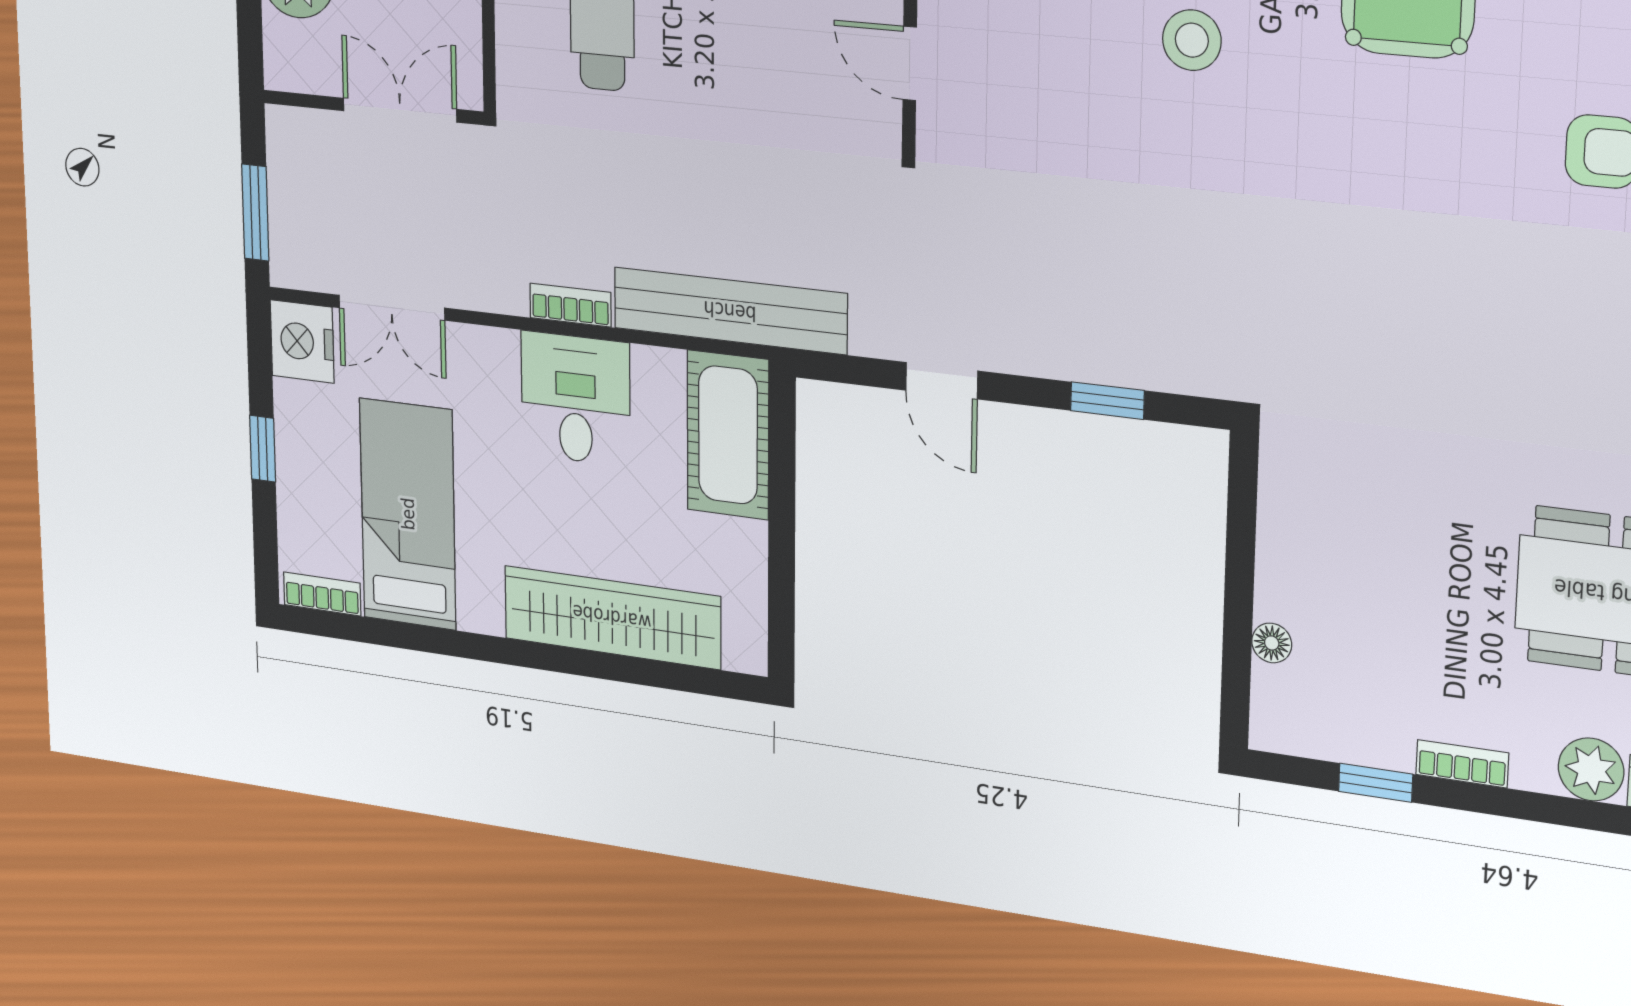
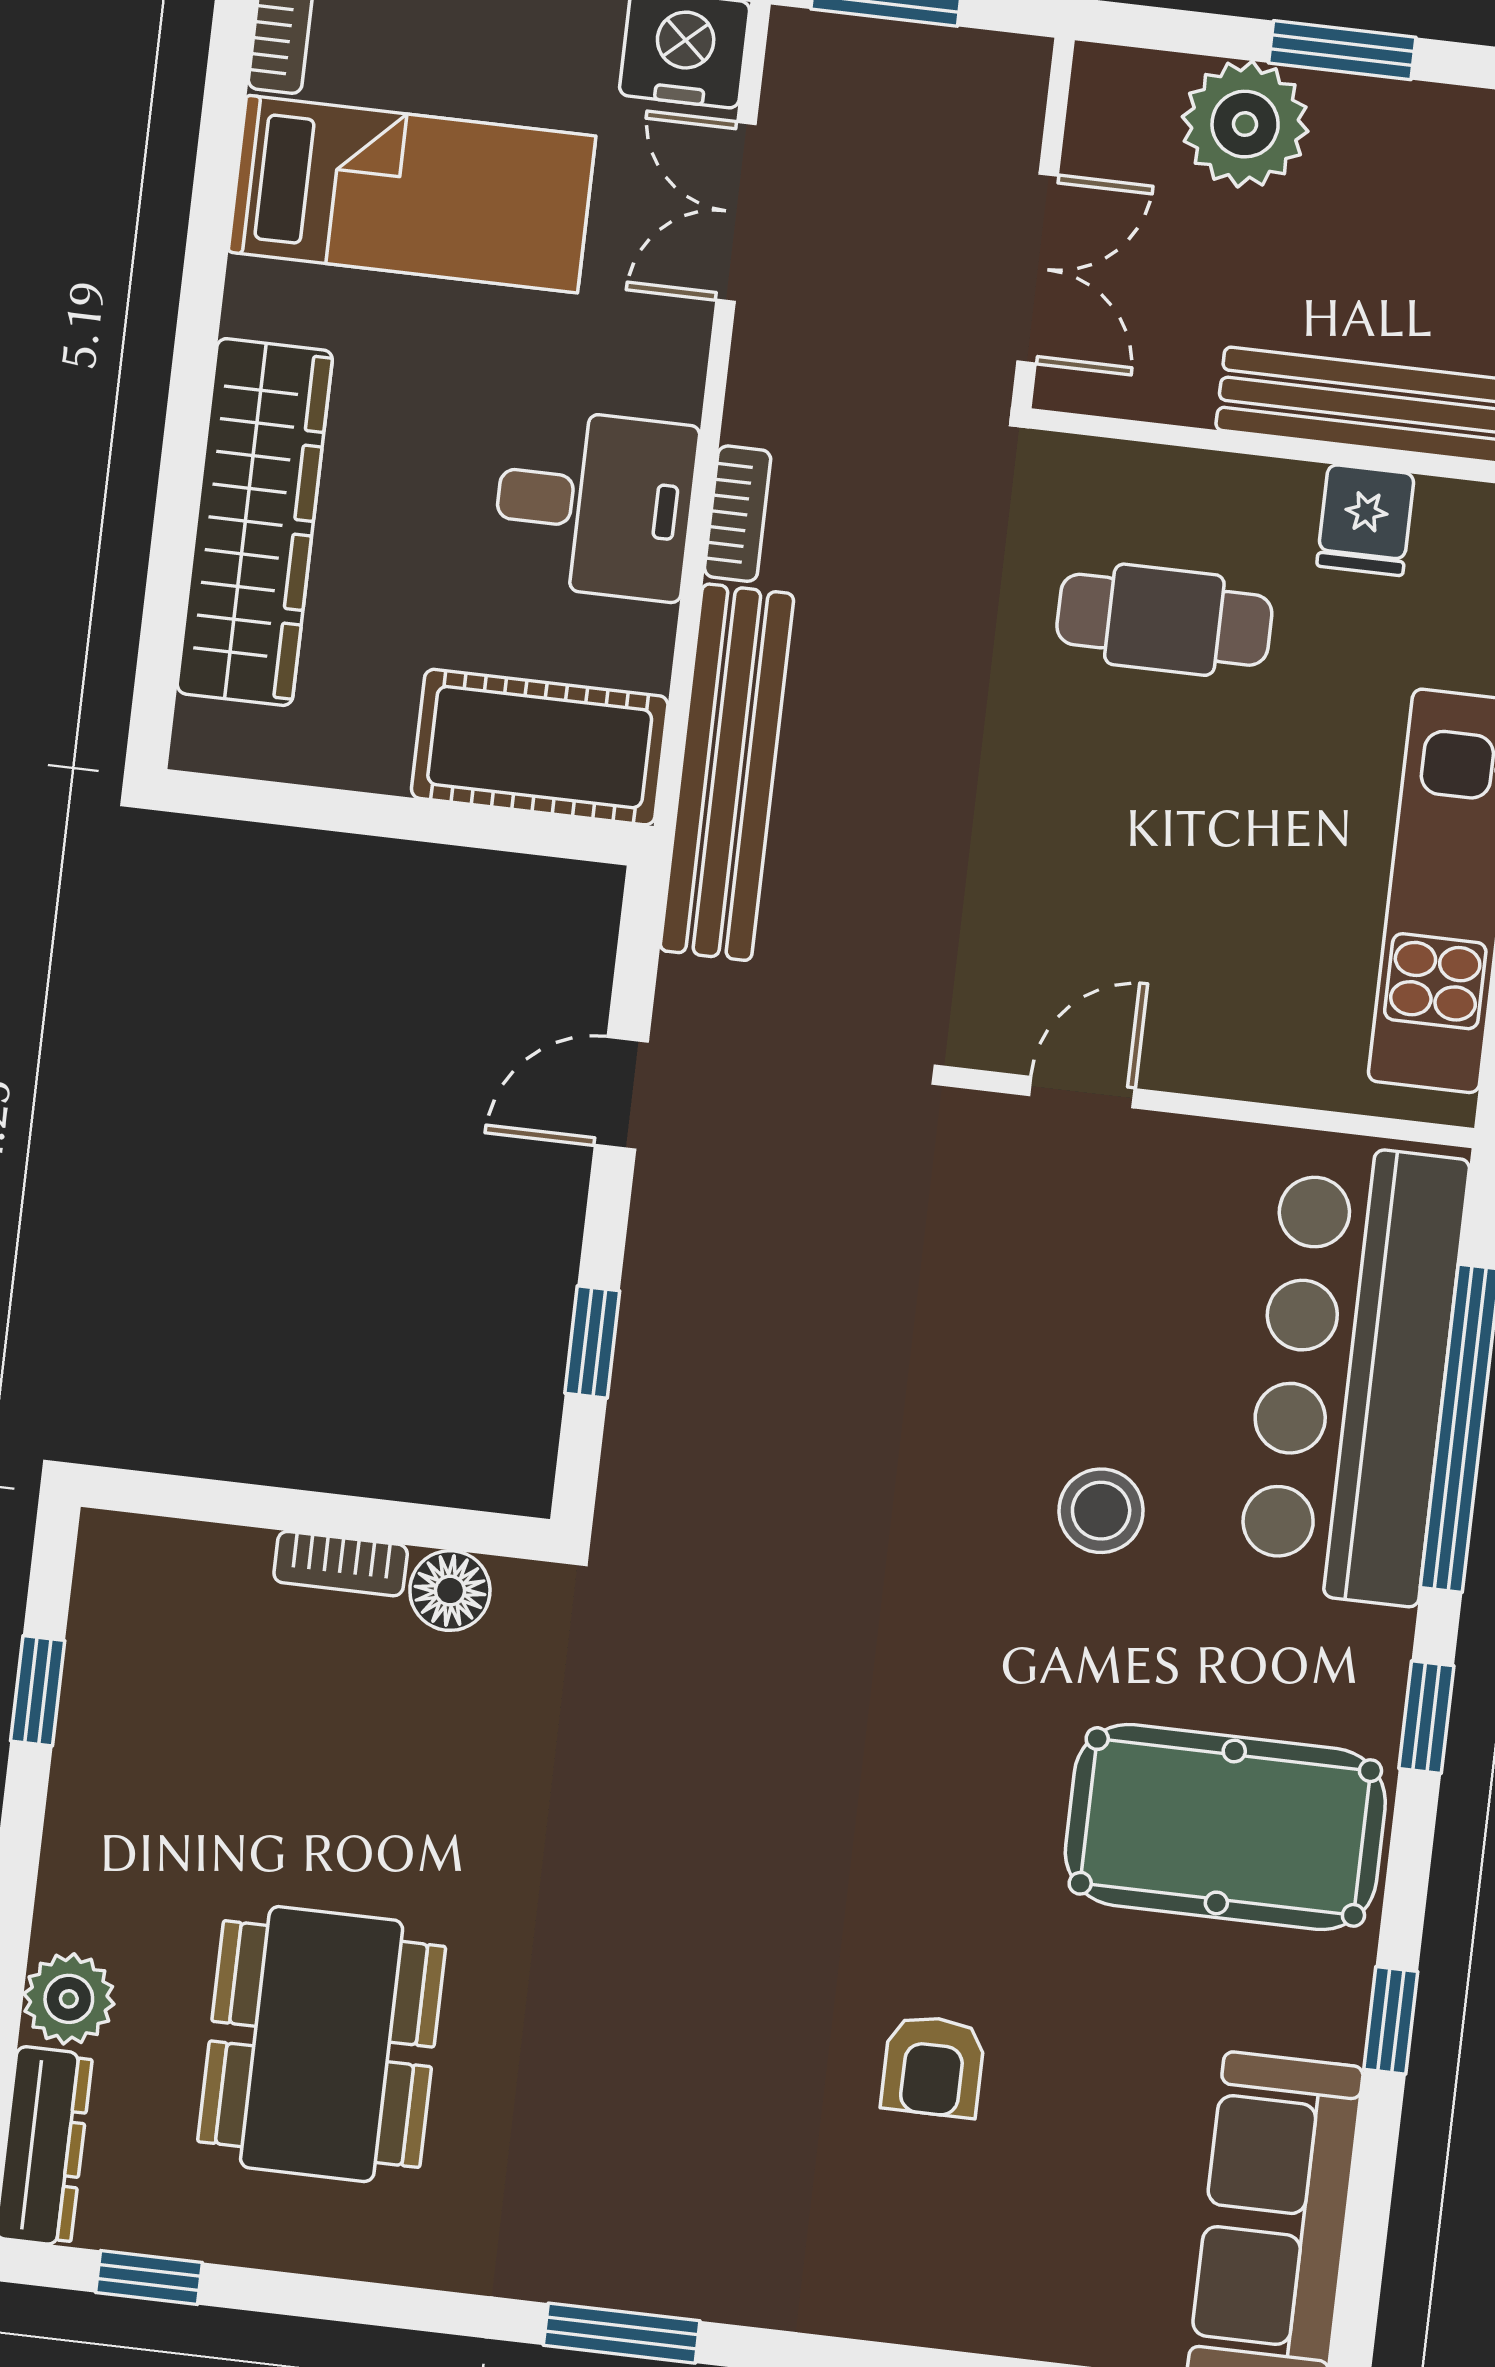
floor lamp: (1272, 643) -> (450, 1591), moved, width x1.37, depth x1.37
bookcase: (1462, 764) -> (341, 1564), moved, turned 90

